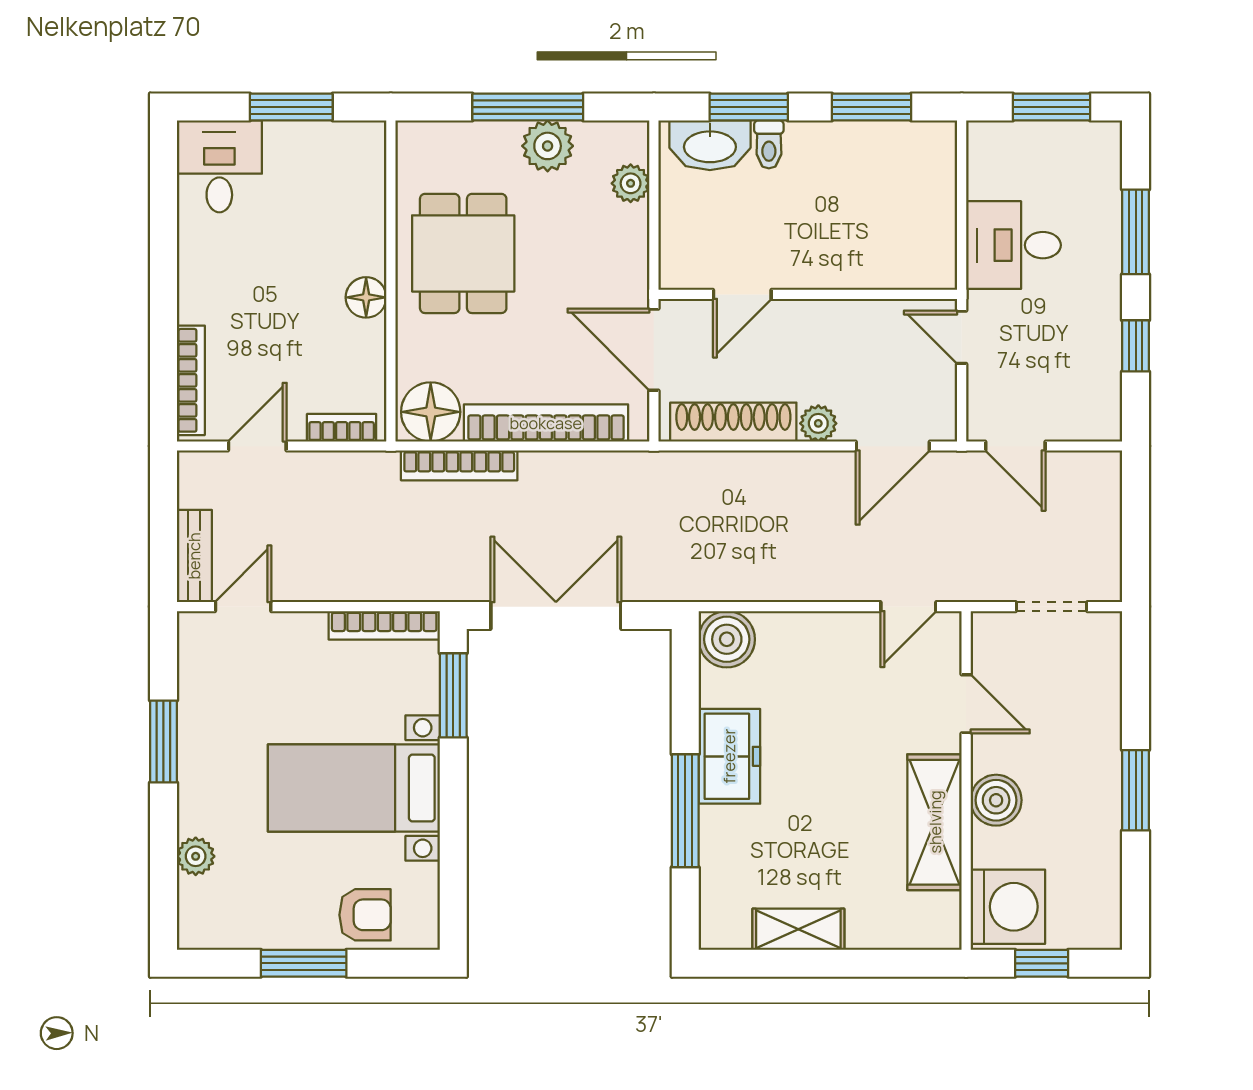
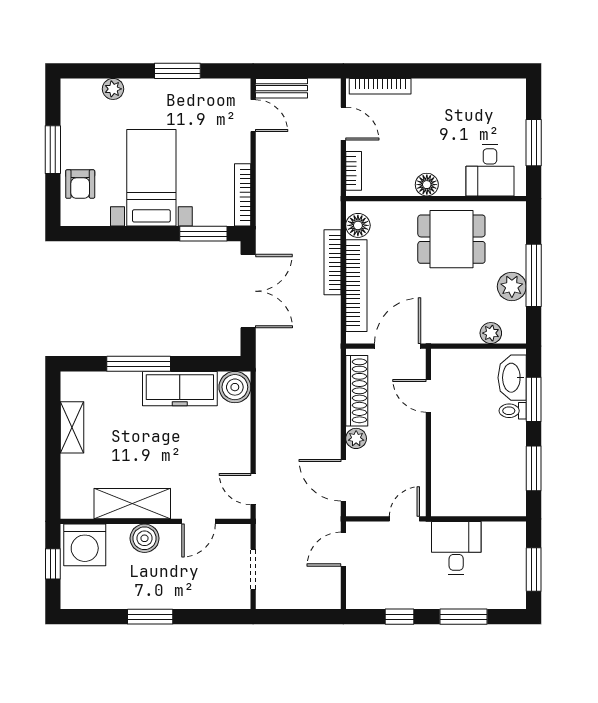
desk: (219, 166) -> (490, 170), moved, turned 90
floor lamp: (431, 412) -> (358, 225), width x0.73, depth x0.73
bookcase: (459, 465) -> (332, 262), moved
freezer: (729, 756) -> (180, 389), width x1.40

